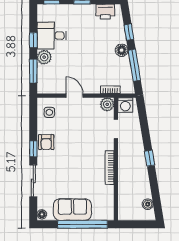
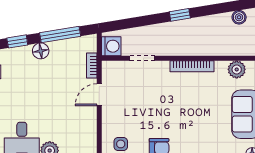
door: (75, 96) -> (99, 95), moved
plant: (107, 104) -> (237, 69), moved

